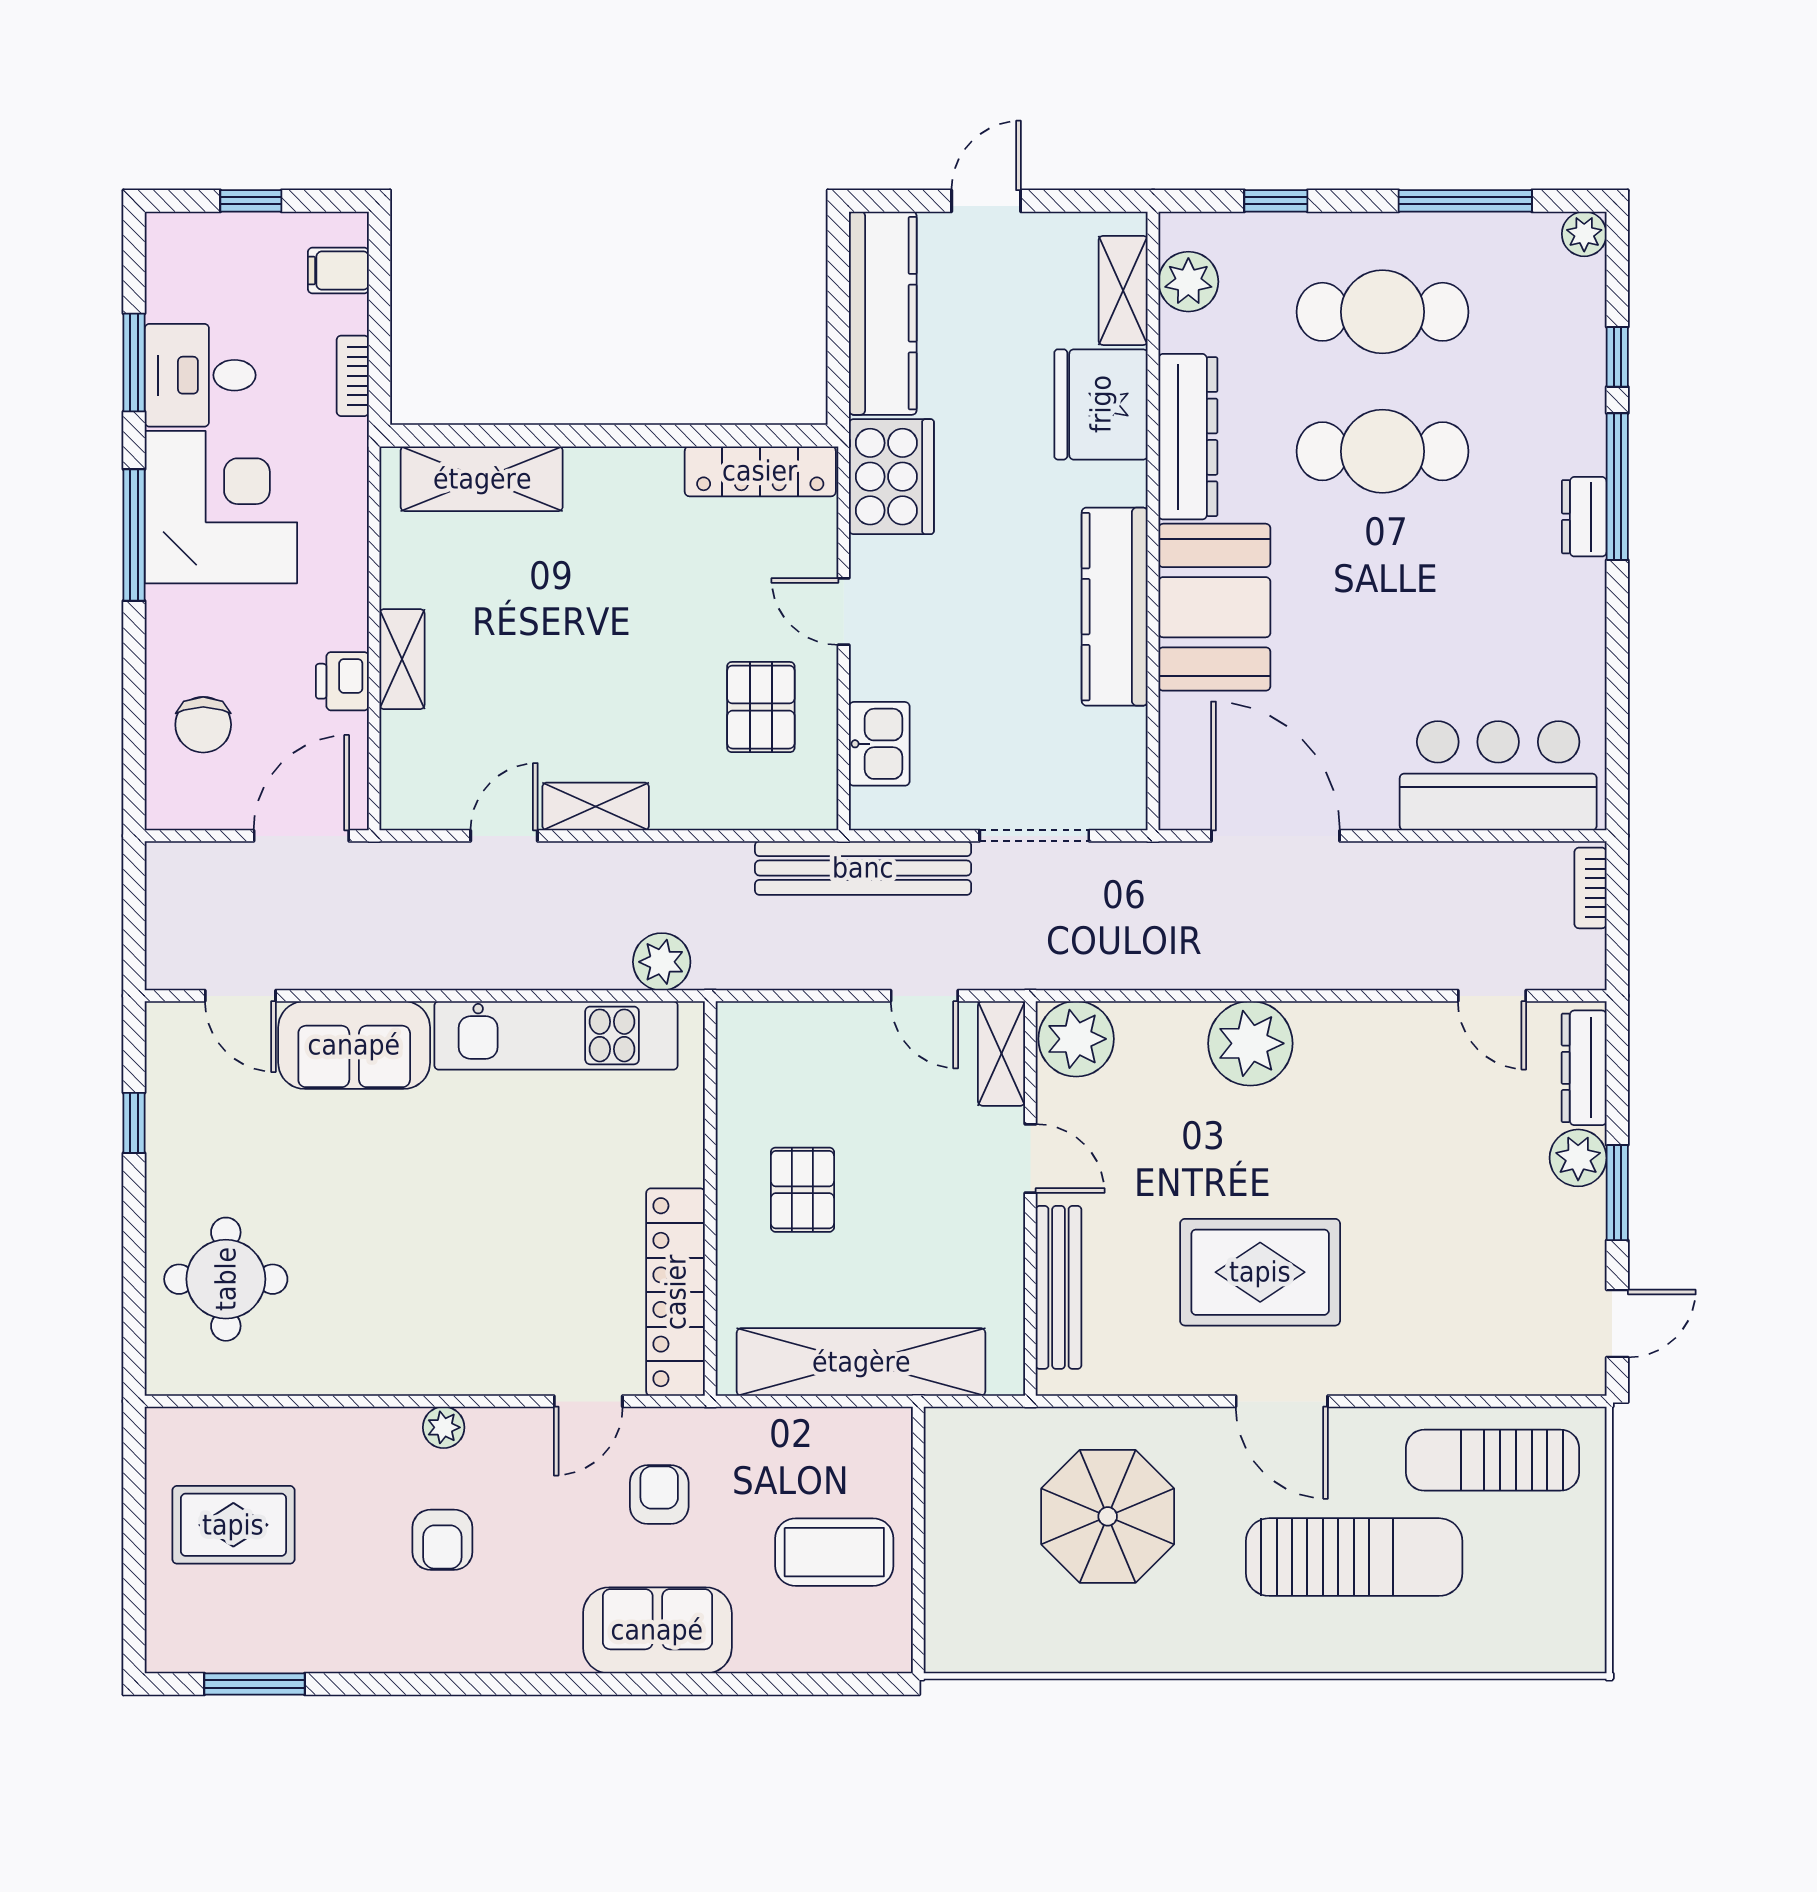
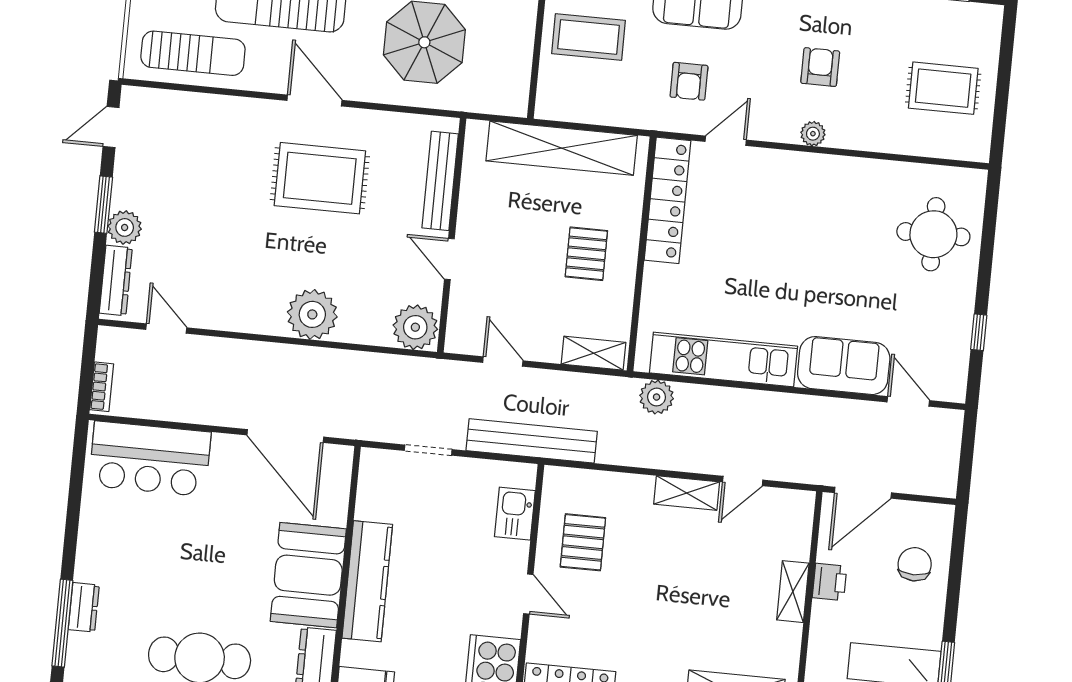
doorway: (1034, 836) -> (428, 450), width x0.73
shelving: (1001, 1053) -> (593, 353), moved, turned 90

